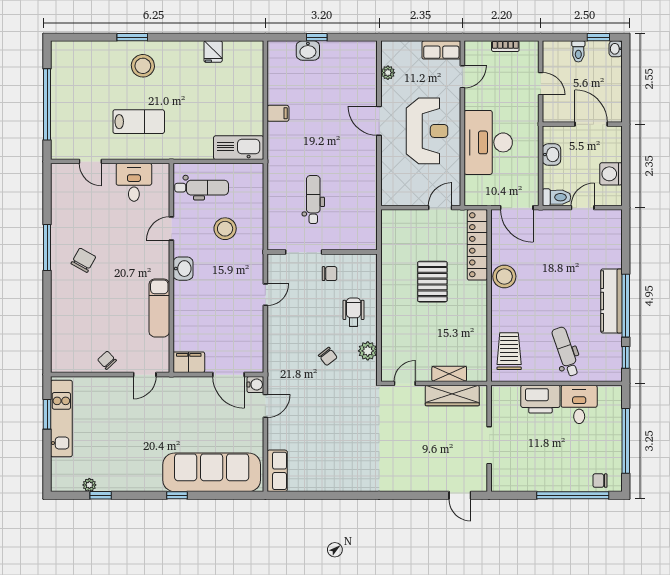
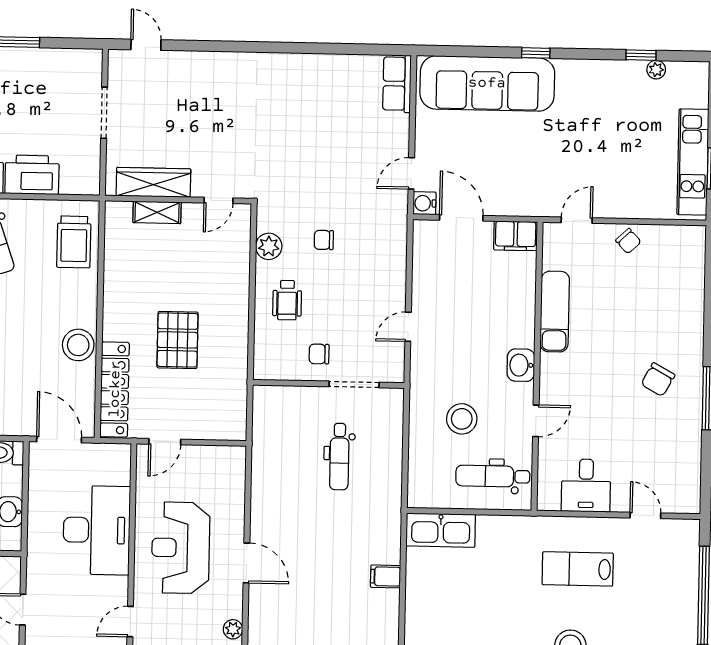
chair: (328, 356) -> (324, 240), turned -52

